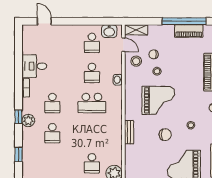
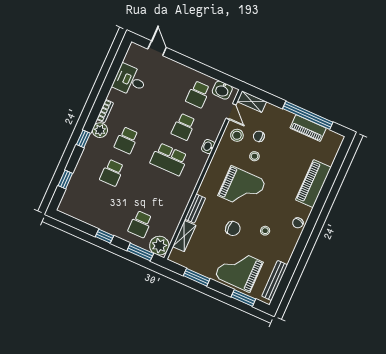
desk: (34, 66) -> (130, 80), moved
plant: (28, 121) -> (100, 130), moved
shelving: (130, 157) -> (184, 236), added

